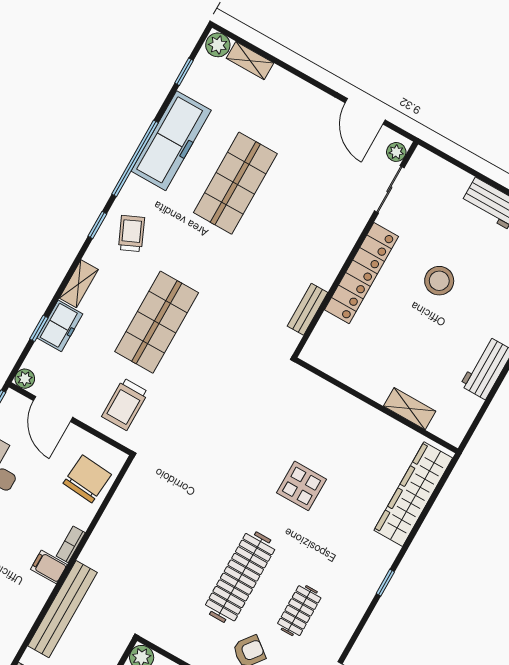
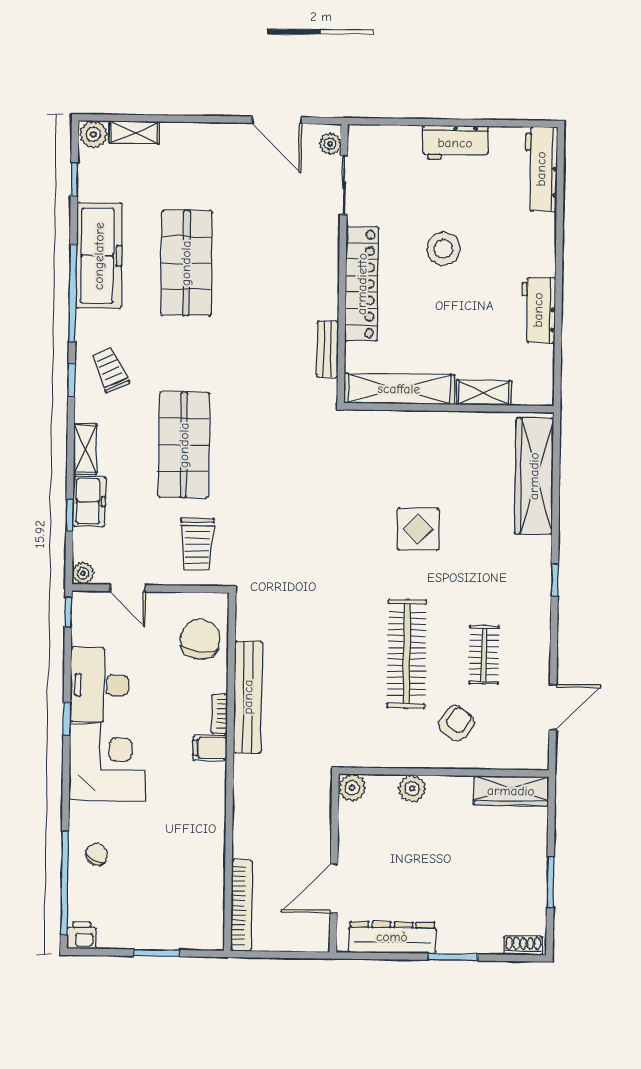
shelving: (346, 370) -> (399, 389), added
door: (53, 409) -> (128, 588), width x0.73
bench: (62, 609) -> (248, 697), moved

